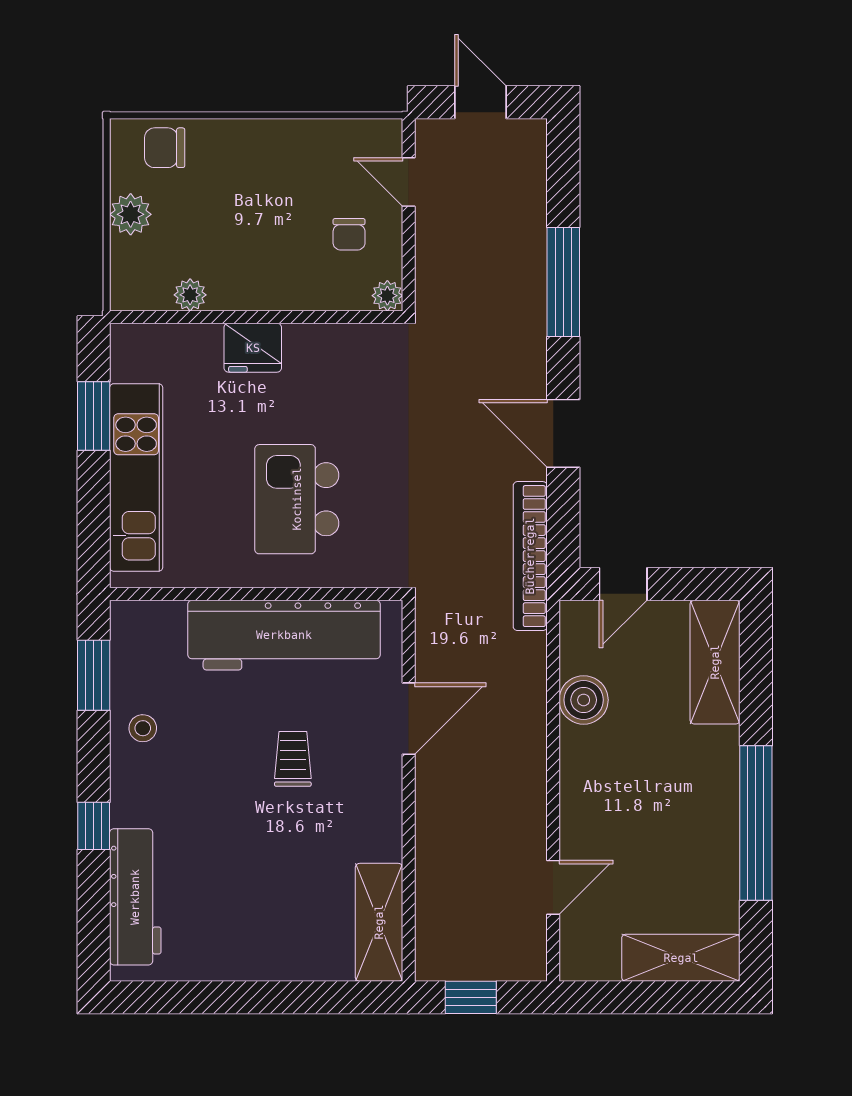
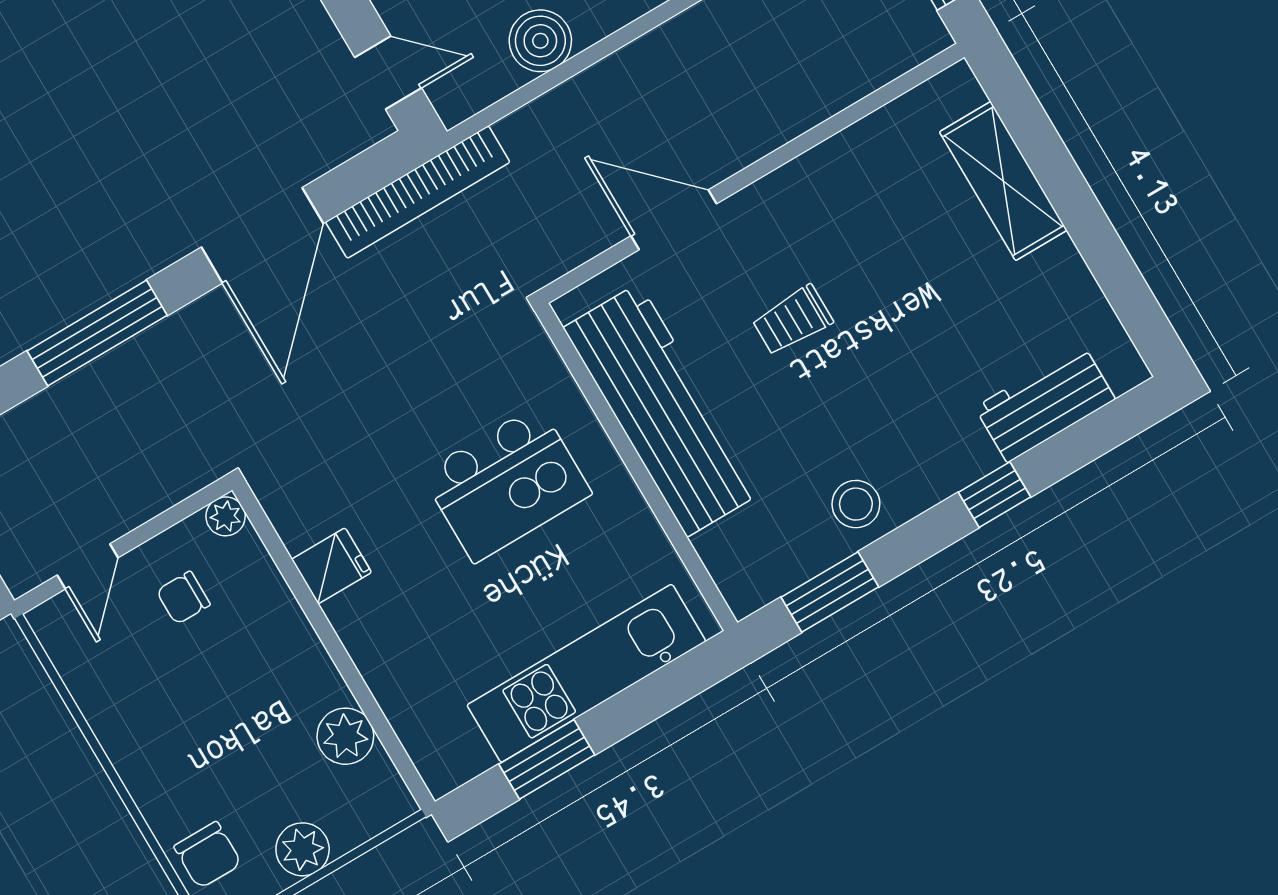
chair: (349, 234) -> (183, 598), turned 180
plant: (190, 295) -> (345, 736), width x1.38, depth x1.38
fridge: (253, 348) -> (331, 566), moved, width x0.72
door: (563, 433) -> (262, 235), width x1.36
stool: (143, 728) -> (856, 504), width x1.37, depth x1.37
workbench: (135, 897) -> (1045, 403), width x0.73
shelving: (379, 922) -> (1003, 181), moved, turned 90

